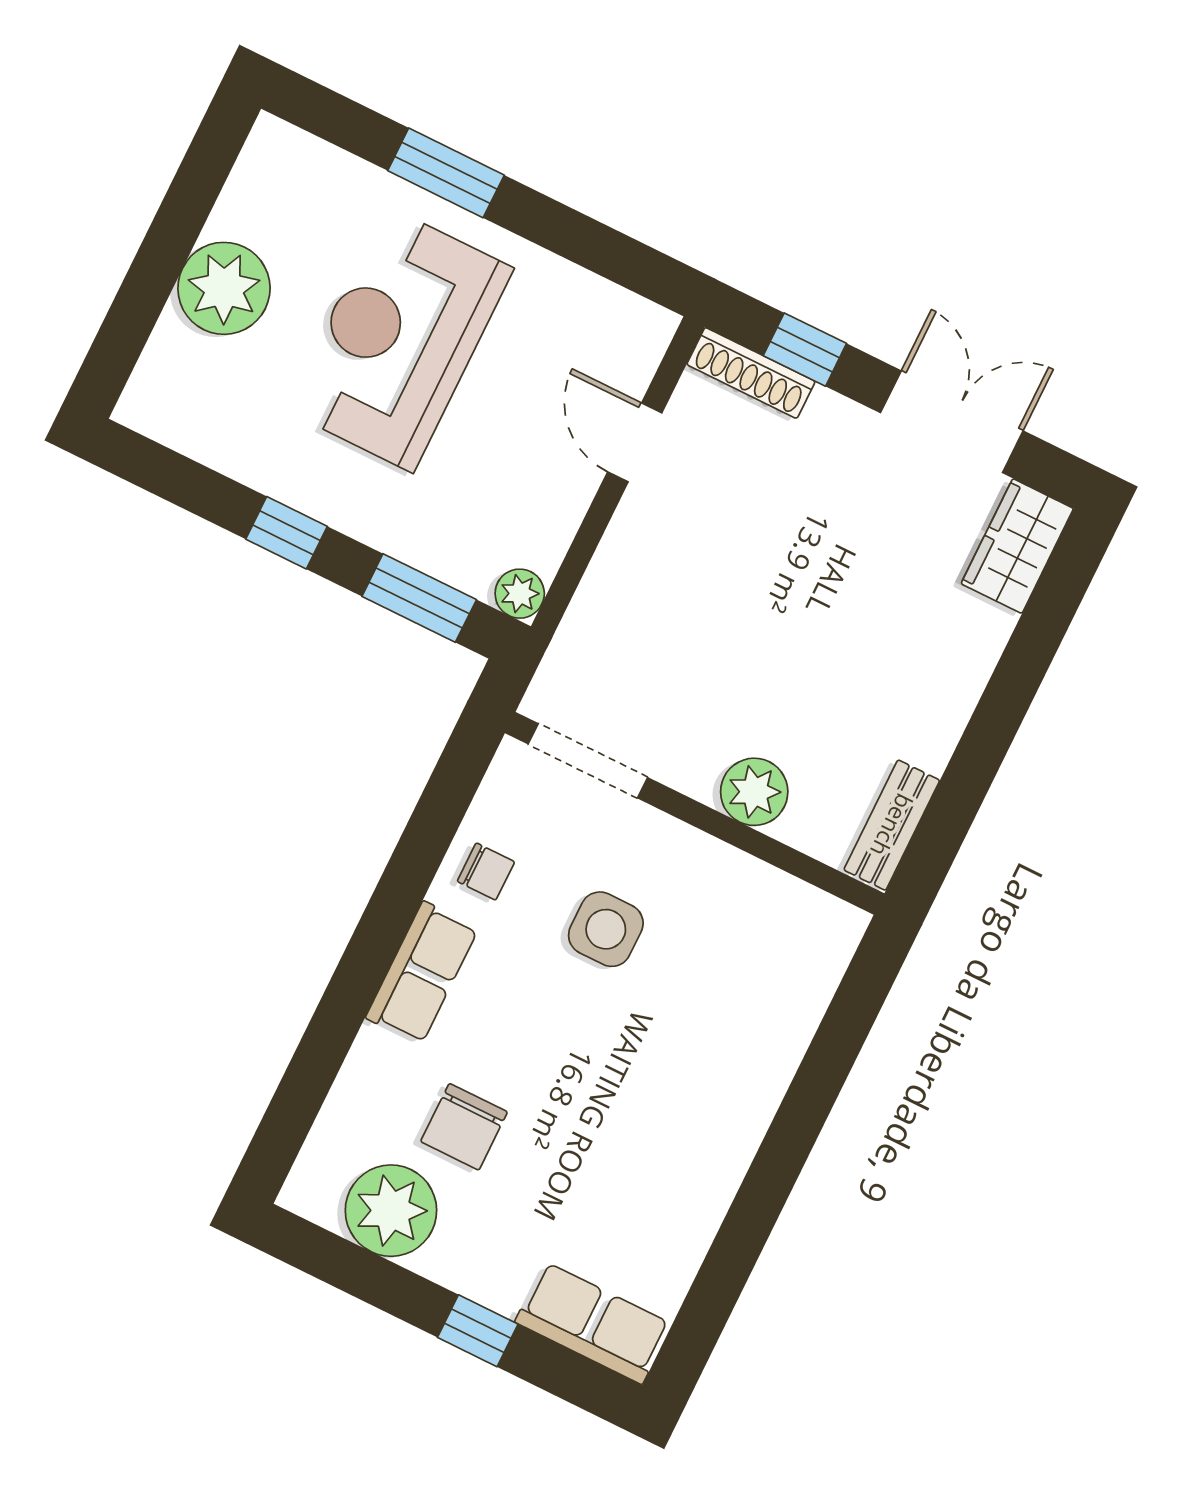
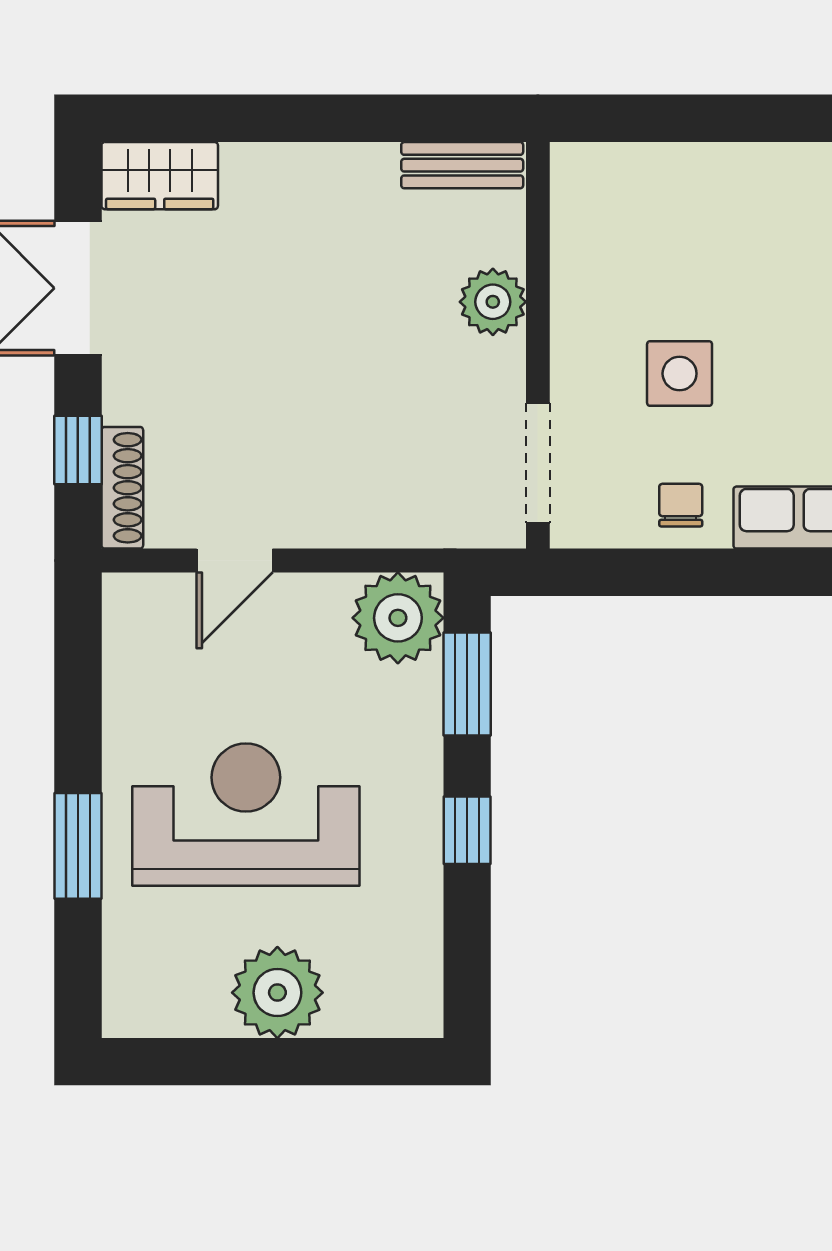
reception desk: (399, 339) -> (246, 815), turned 180
plant: (520, 594) -> (398, 618), width x1.88, depth x1.88

